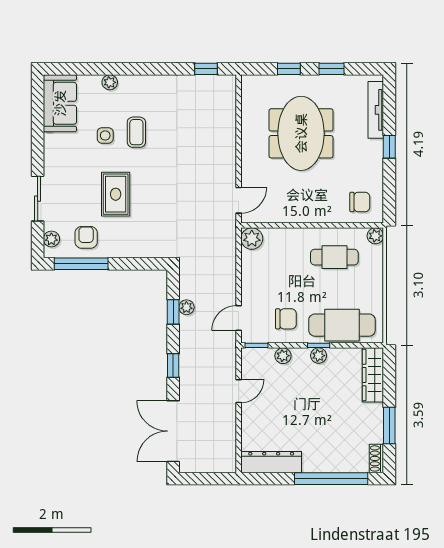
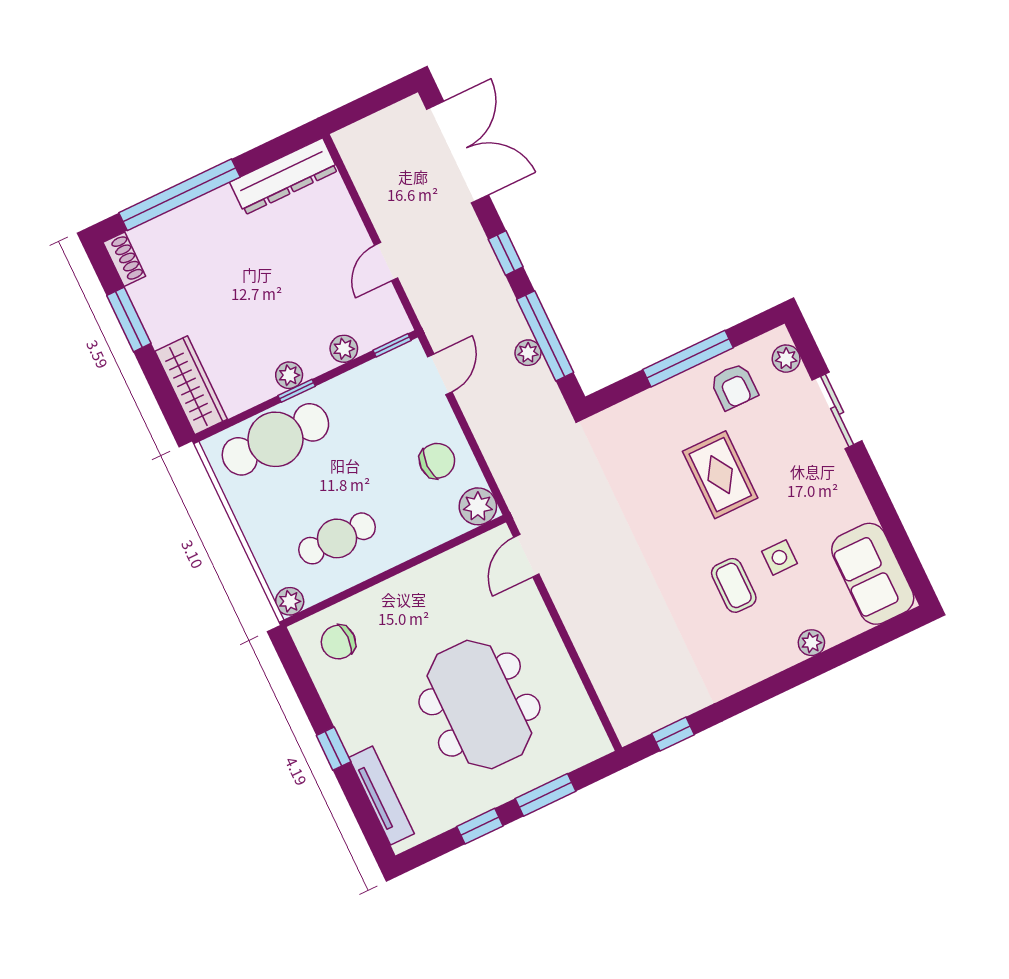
window: (289, 69) -> (546, 795), width x1.50
window: (81, 264) -> (688, 359), moved
window: (173, 312) -> (545, 336), width x2.17
chair: (286, 319) -> (437, 461), moved, turned 180

